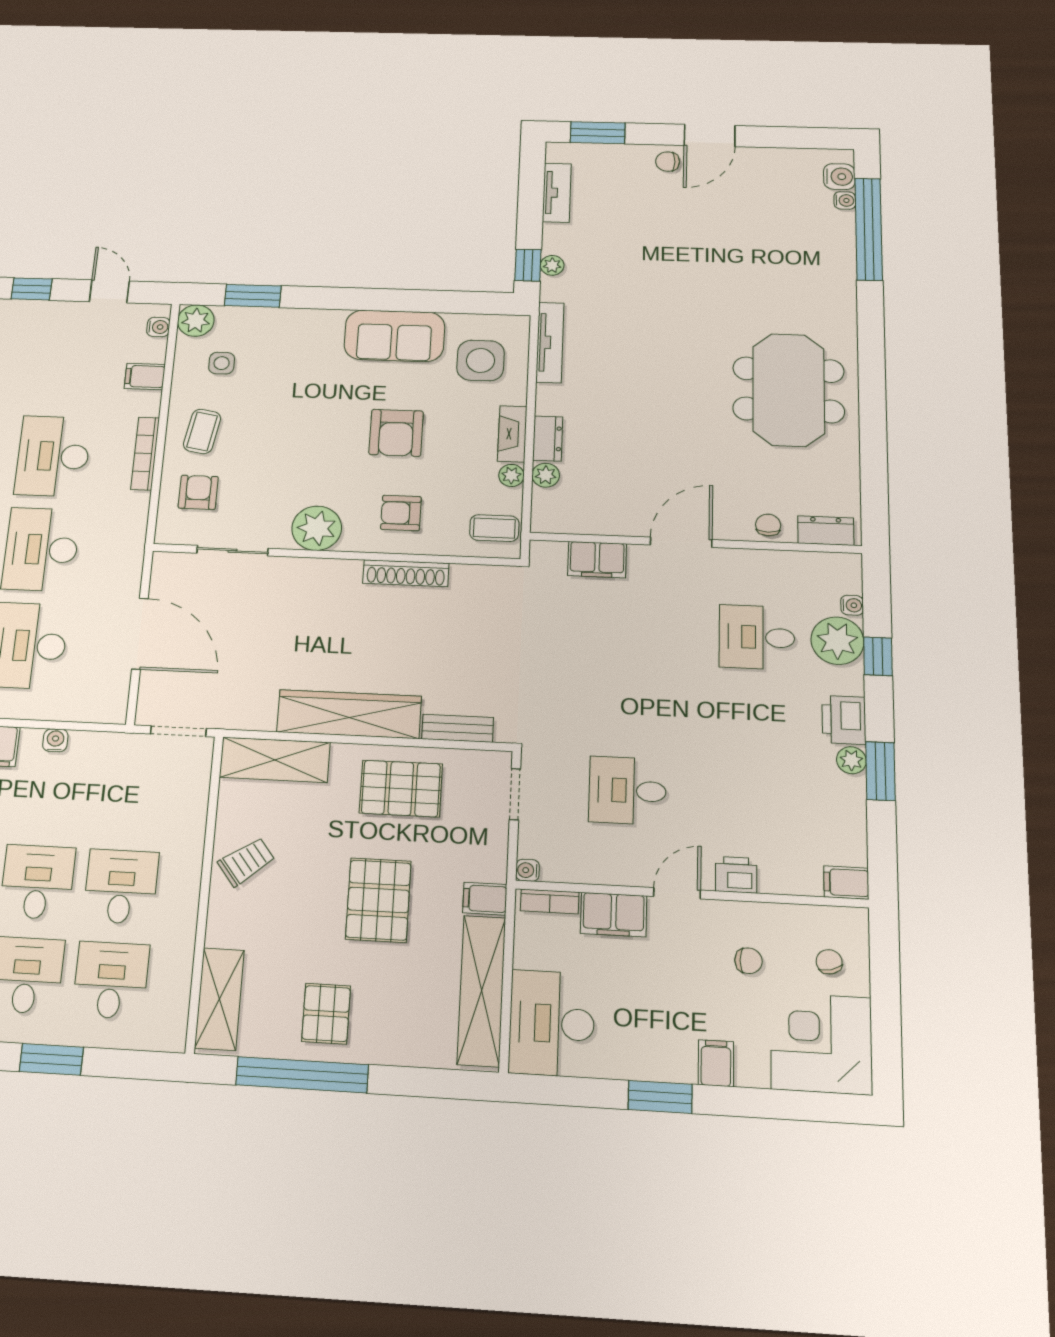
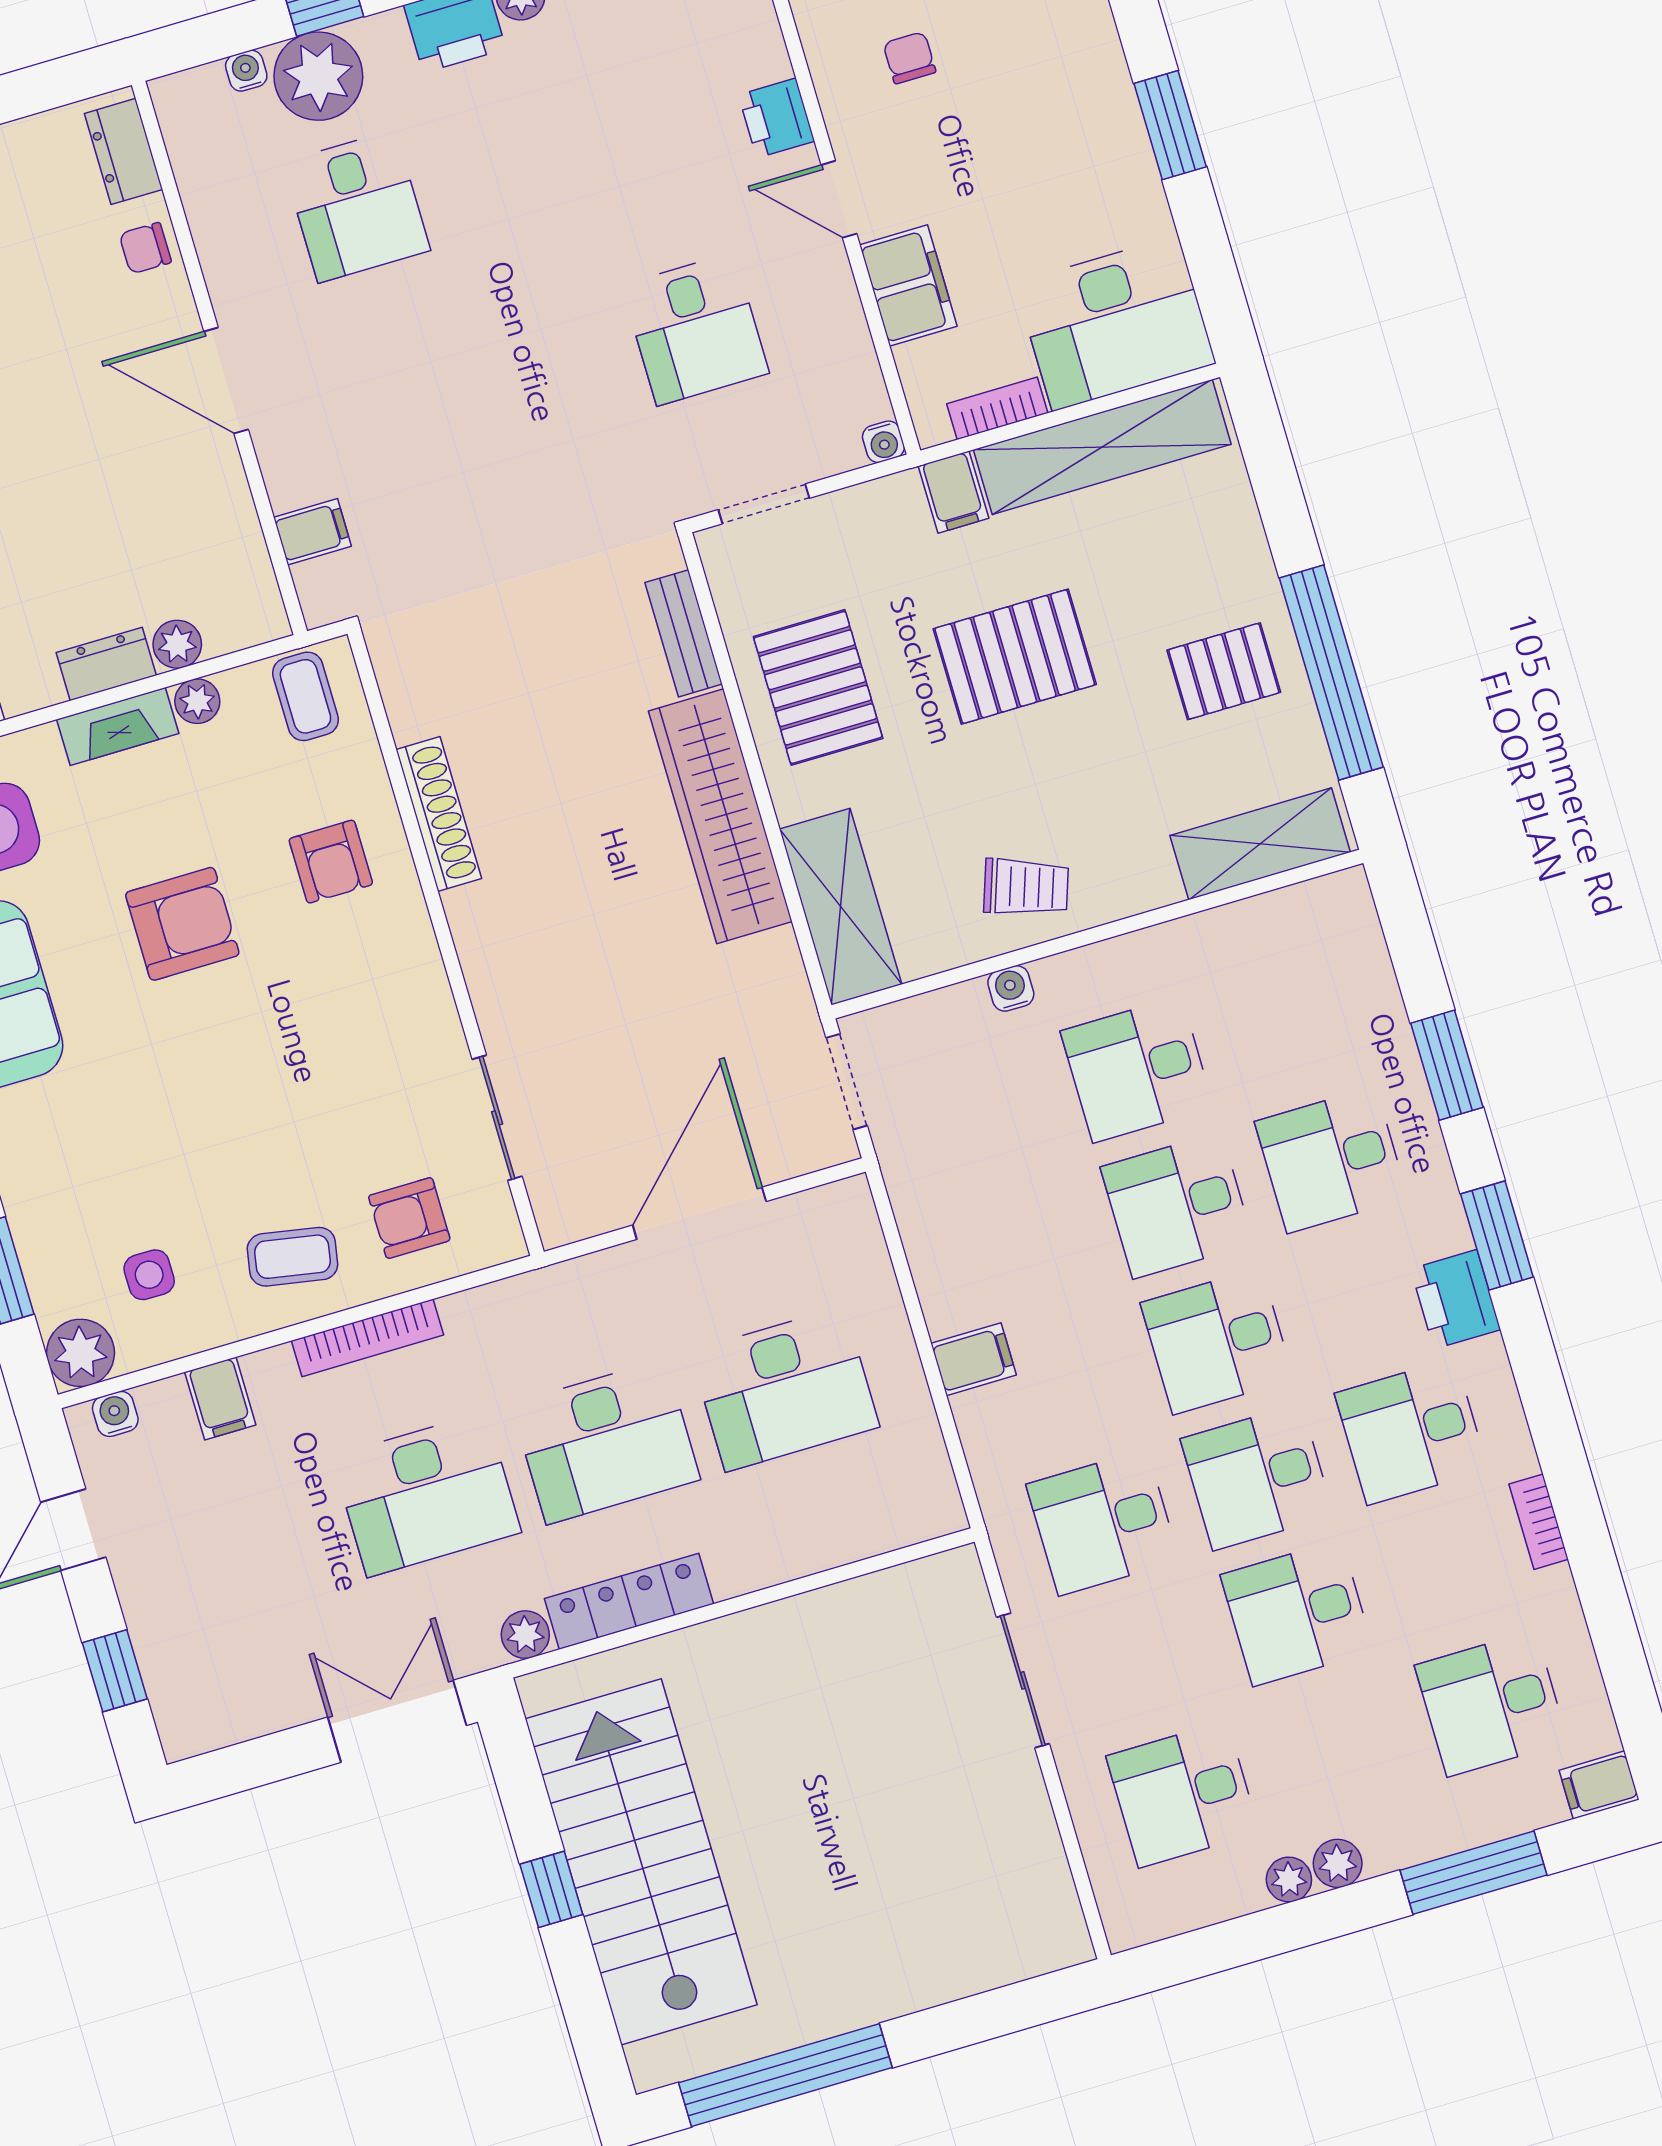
plant: (317, 528) -> (407, 992), removed
filing cabinet: (597, 560) -> (312, 532), width x0.50
water cooler: (55, 740) -> (1011, 988), moved, turned 90
trolley: (246, 862) -> (1026, 887), turned 146
bookcase: (550, 901) -> (997, 408), moved, turned -90
desk: (111, 980) -> (1291, 1024), removed
filing cabinet: (716, 1063) -> (1088, 58), removed

